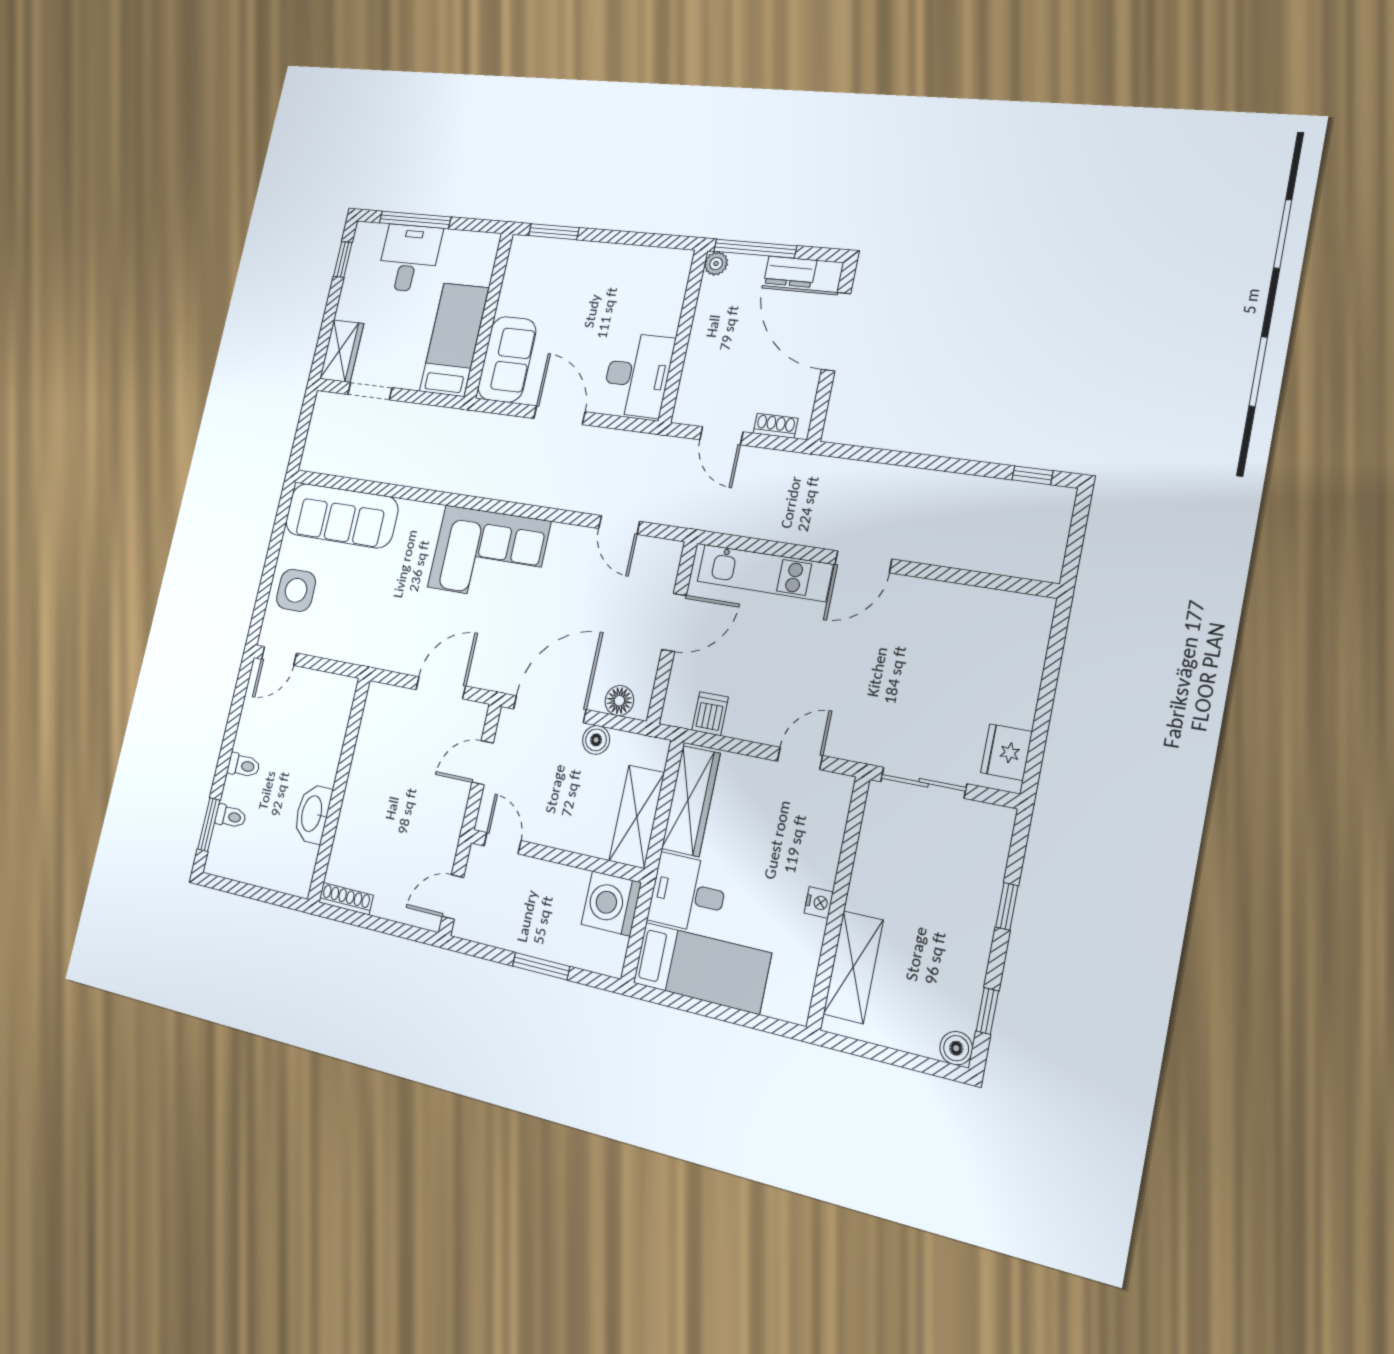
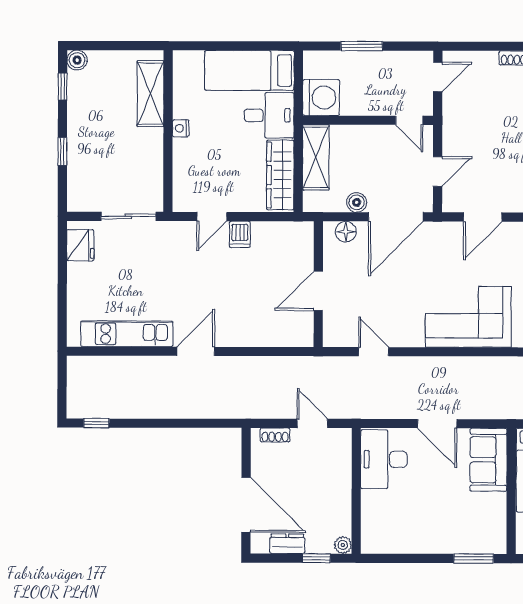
window: (755, 249) -> (316, 558), width x0.46
kitchen unit: (764, 573) -> (127, 334), moved
dishwasher: (710, 714) -> (240, 234), moved

